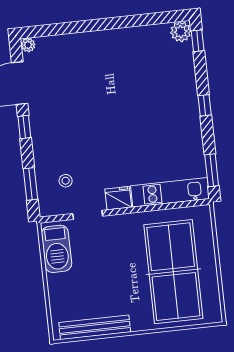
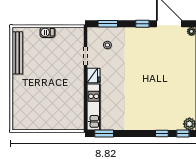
window: (205, 105) -> (162, 134), moved
barbecue: (57, 249) -> (48, 32), moved, width x0.53, depth x0.65
table tennis table: (173, 272) -> (46, 104), removed

